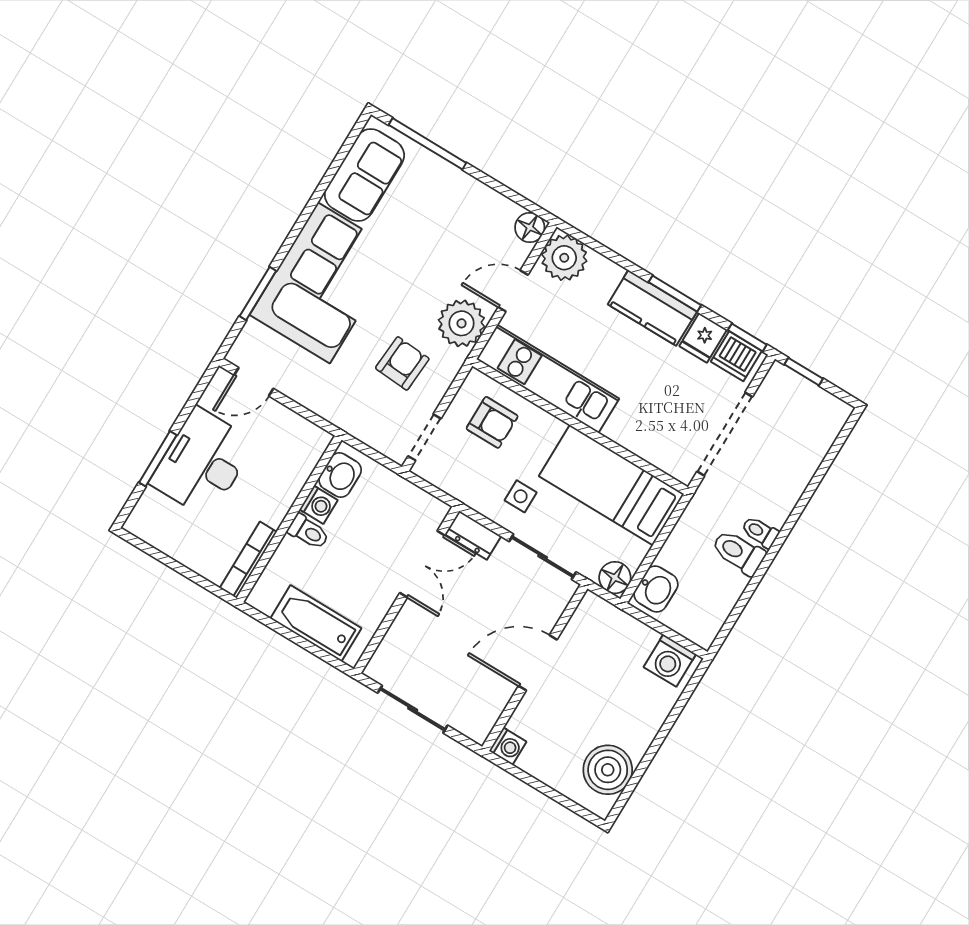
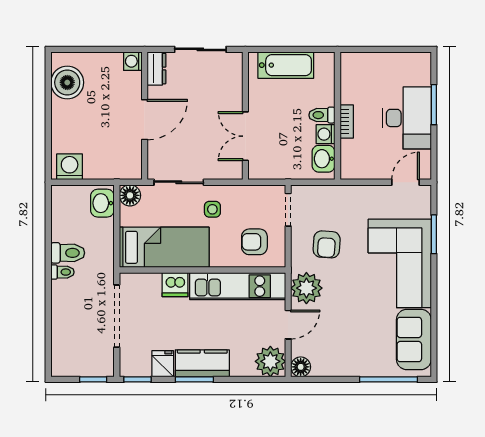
dishwasher: (736, 356) -> (175, 285), moved, turned 180
dresser: (473, 535) -> (157, 69), moved, turned 90
bookcase: (248, 560) -> (347, 121), moved, width x0.64

